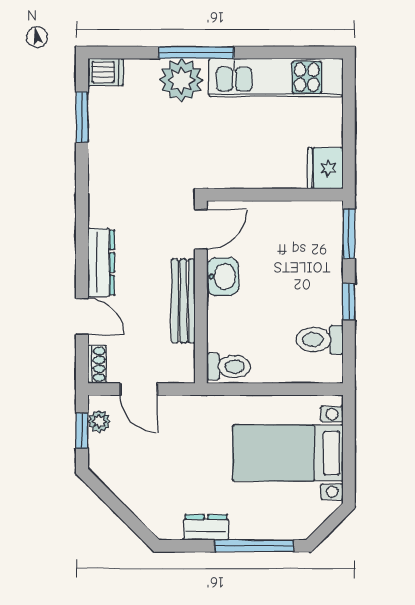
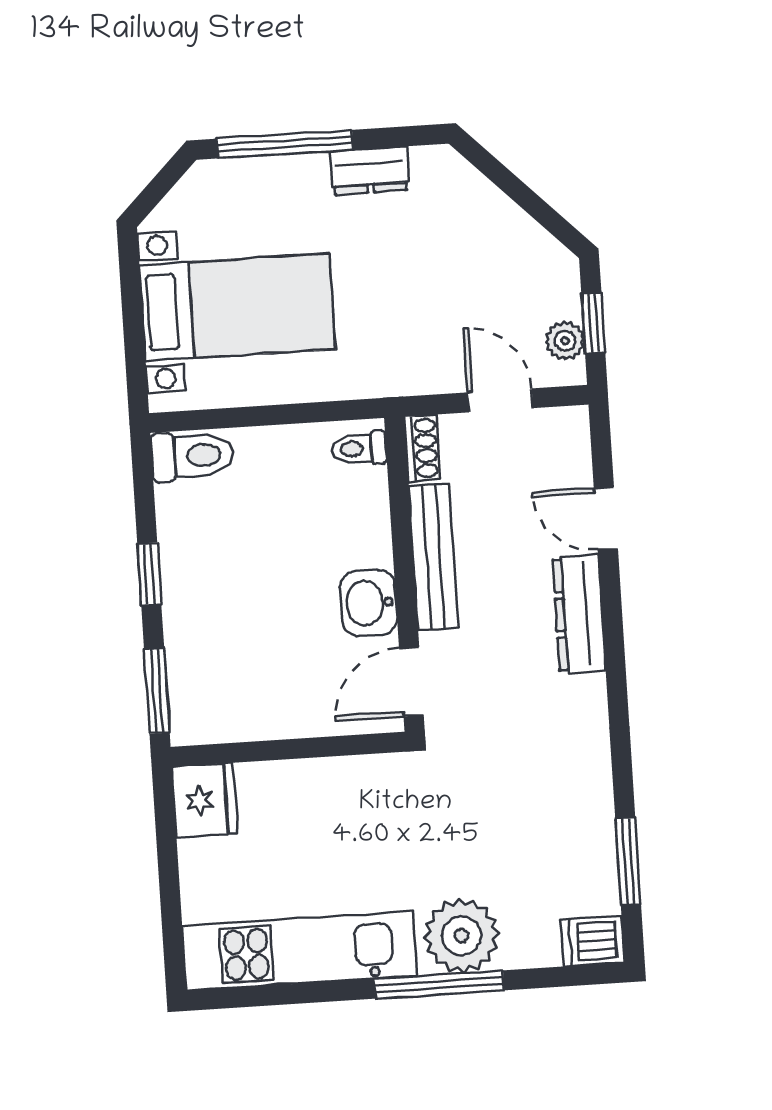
toilet: (320, 340) -> (192, 456), moved
shoe rack: (97, 364) -> (422, 448), moved, turned 180
toilet: (229, 367) -> (359, 449), width x0.73, depth x0.72

